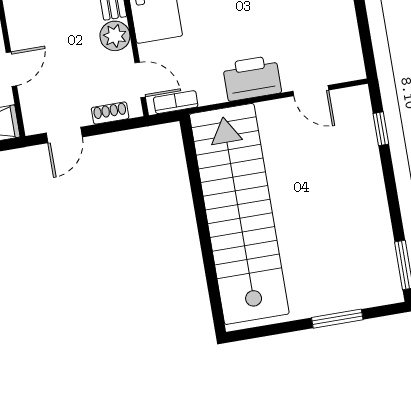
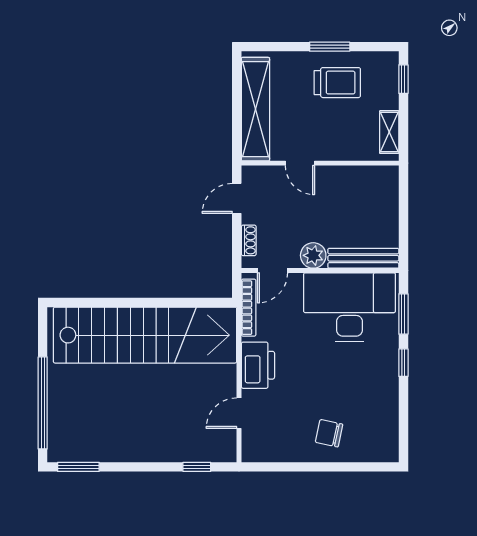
bookcase: (176, 102) -> (249, 308), width x1.56
door: (64, 135) -> (237, 198), hinge flipped
window: (337, 319) -> (43, 403), width x2.11

